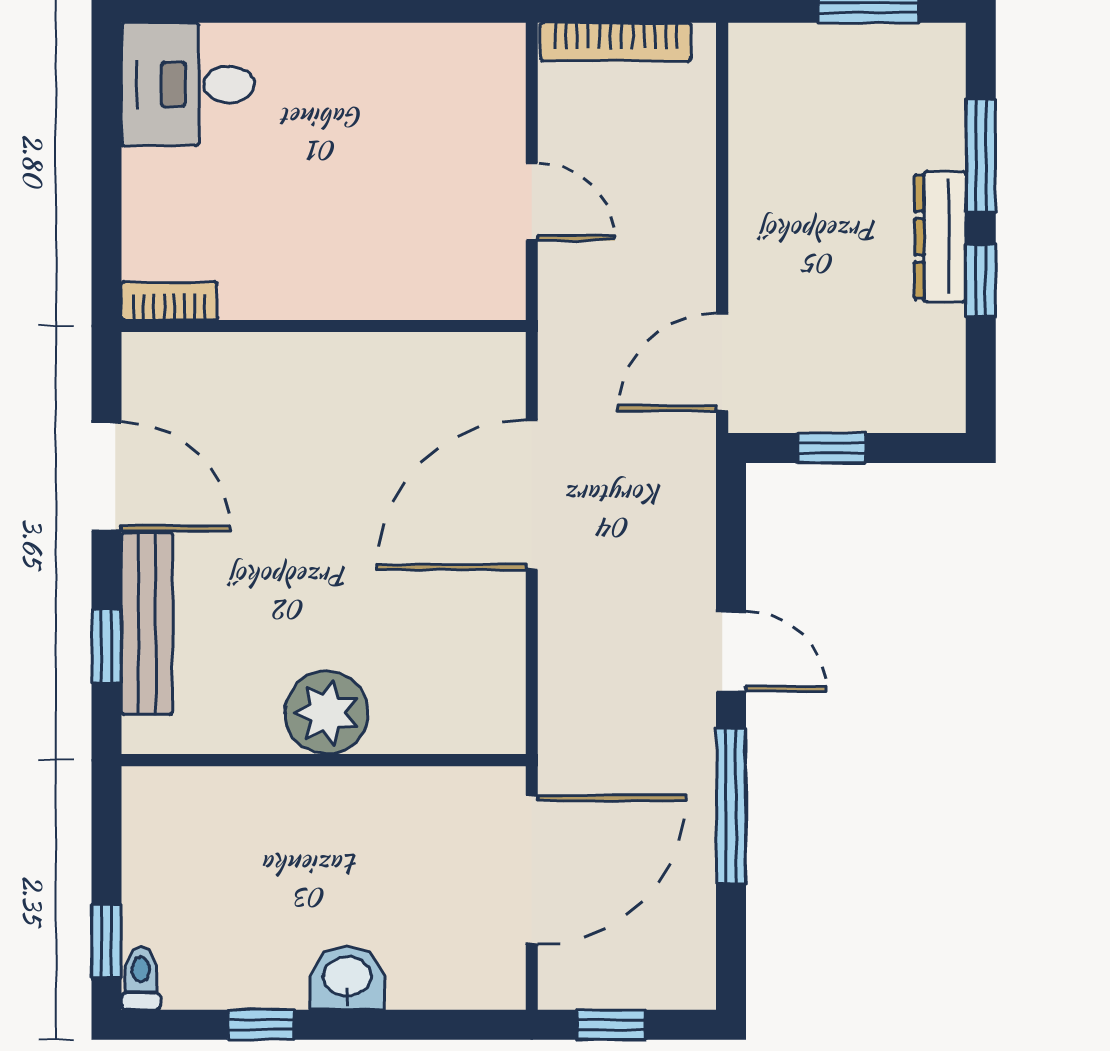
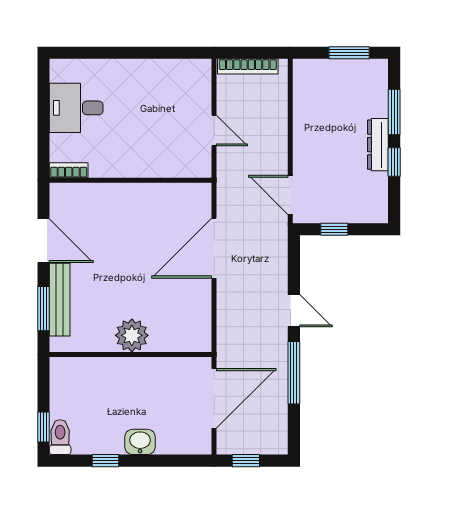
desk: (188, 84) -> (76, 108), moved
door: (722, 362) -> (290, 195), hinge flipped
window: (107, 646) -> (43, 309), width x1.50
toilet: (141, 978) -> (60, 437), width x1.37, depth x1.39

